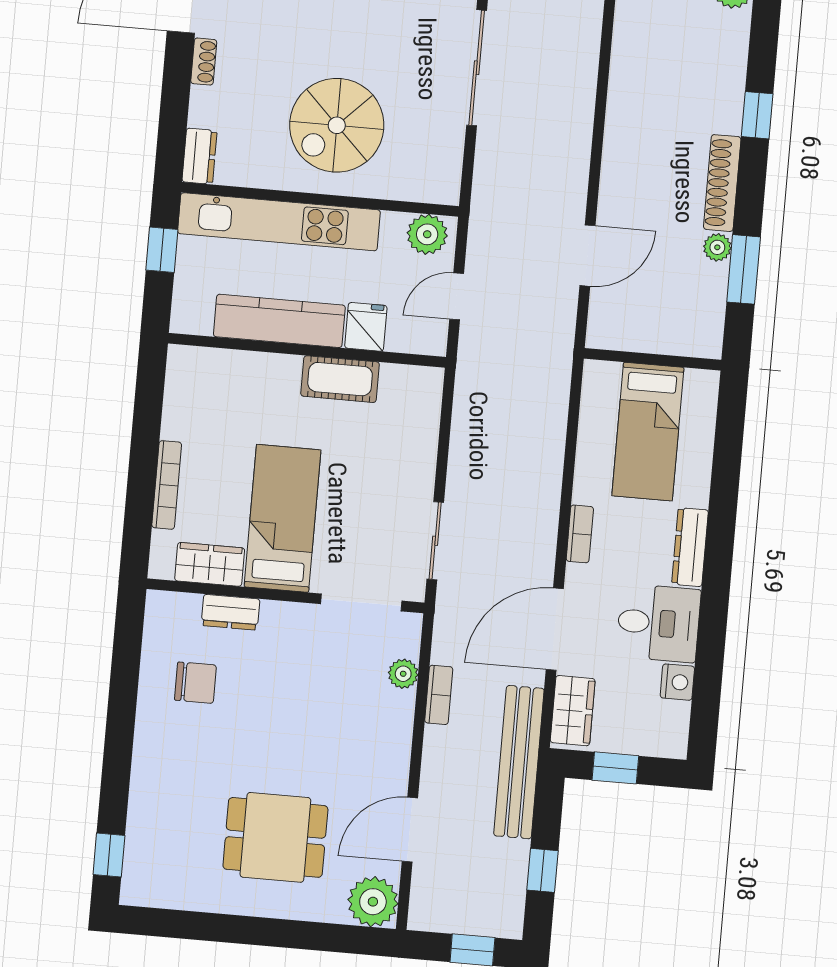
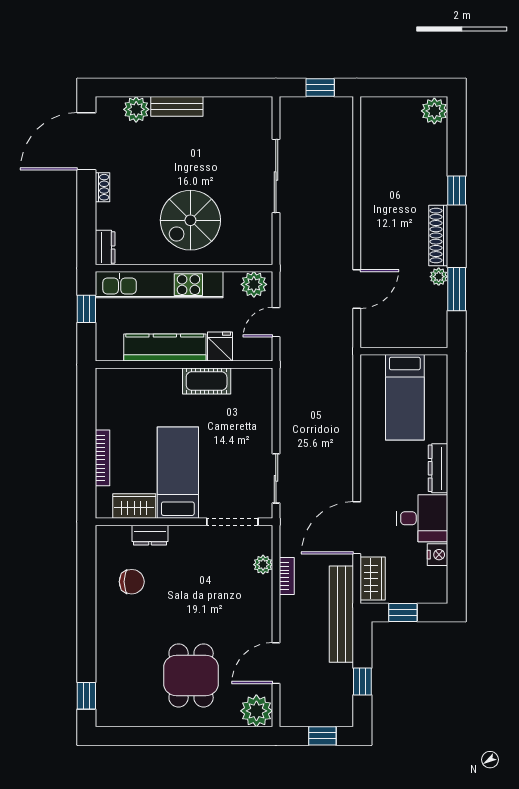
bookcase: (580, 534) -> (367, 466), removed
dining table: (275, 837) -> (191, 675), turned 90

